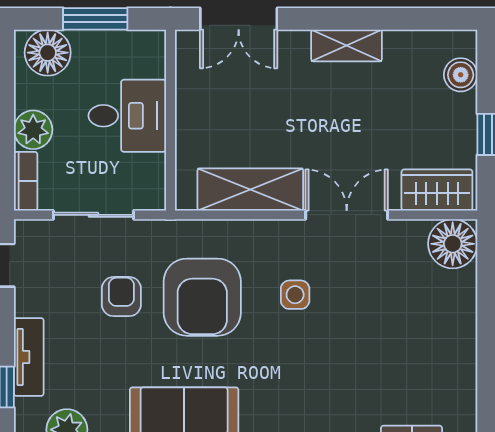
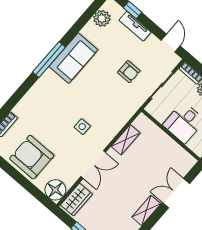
double door: (239, 19) -> (176, 193), moved
shelving: (250, 189) -> (126, 140), width x0.67, depth x0.75
armchair: (202, 297) -> (32, 157), moved

